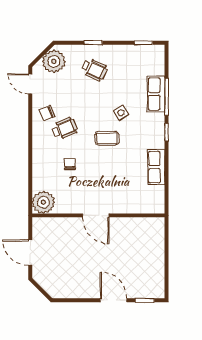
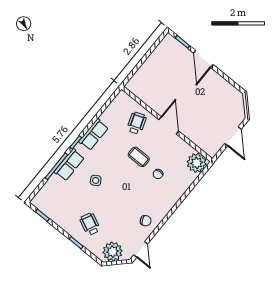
row of seats: (156, 94) -> (69, 165), moved
wheelchair: (65, 128) -> (137, 123), moved, turned 93
coffee table: (107, 138) -> (139, 157), moved
row of seats: (156, 167) -> (94, 135), moved

